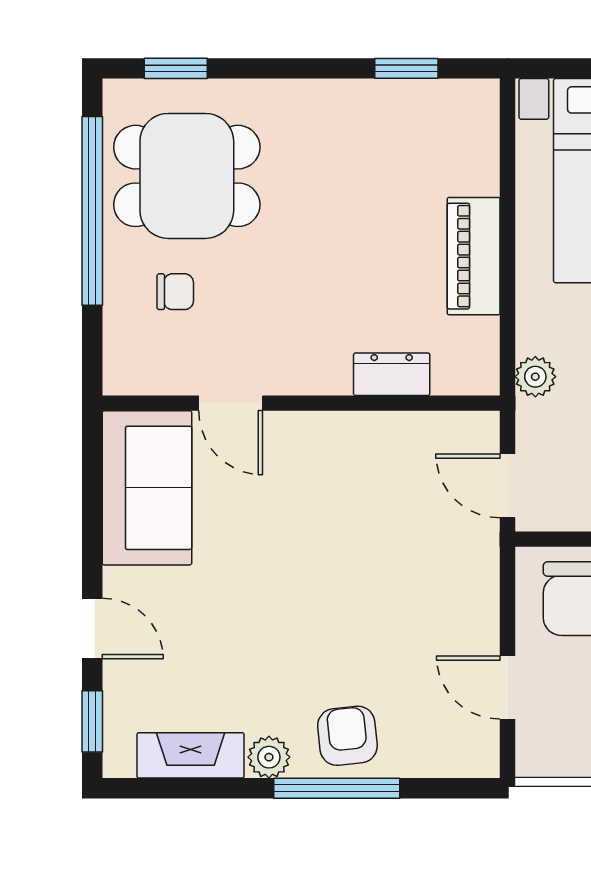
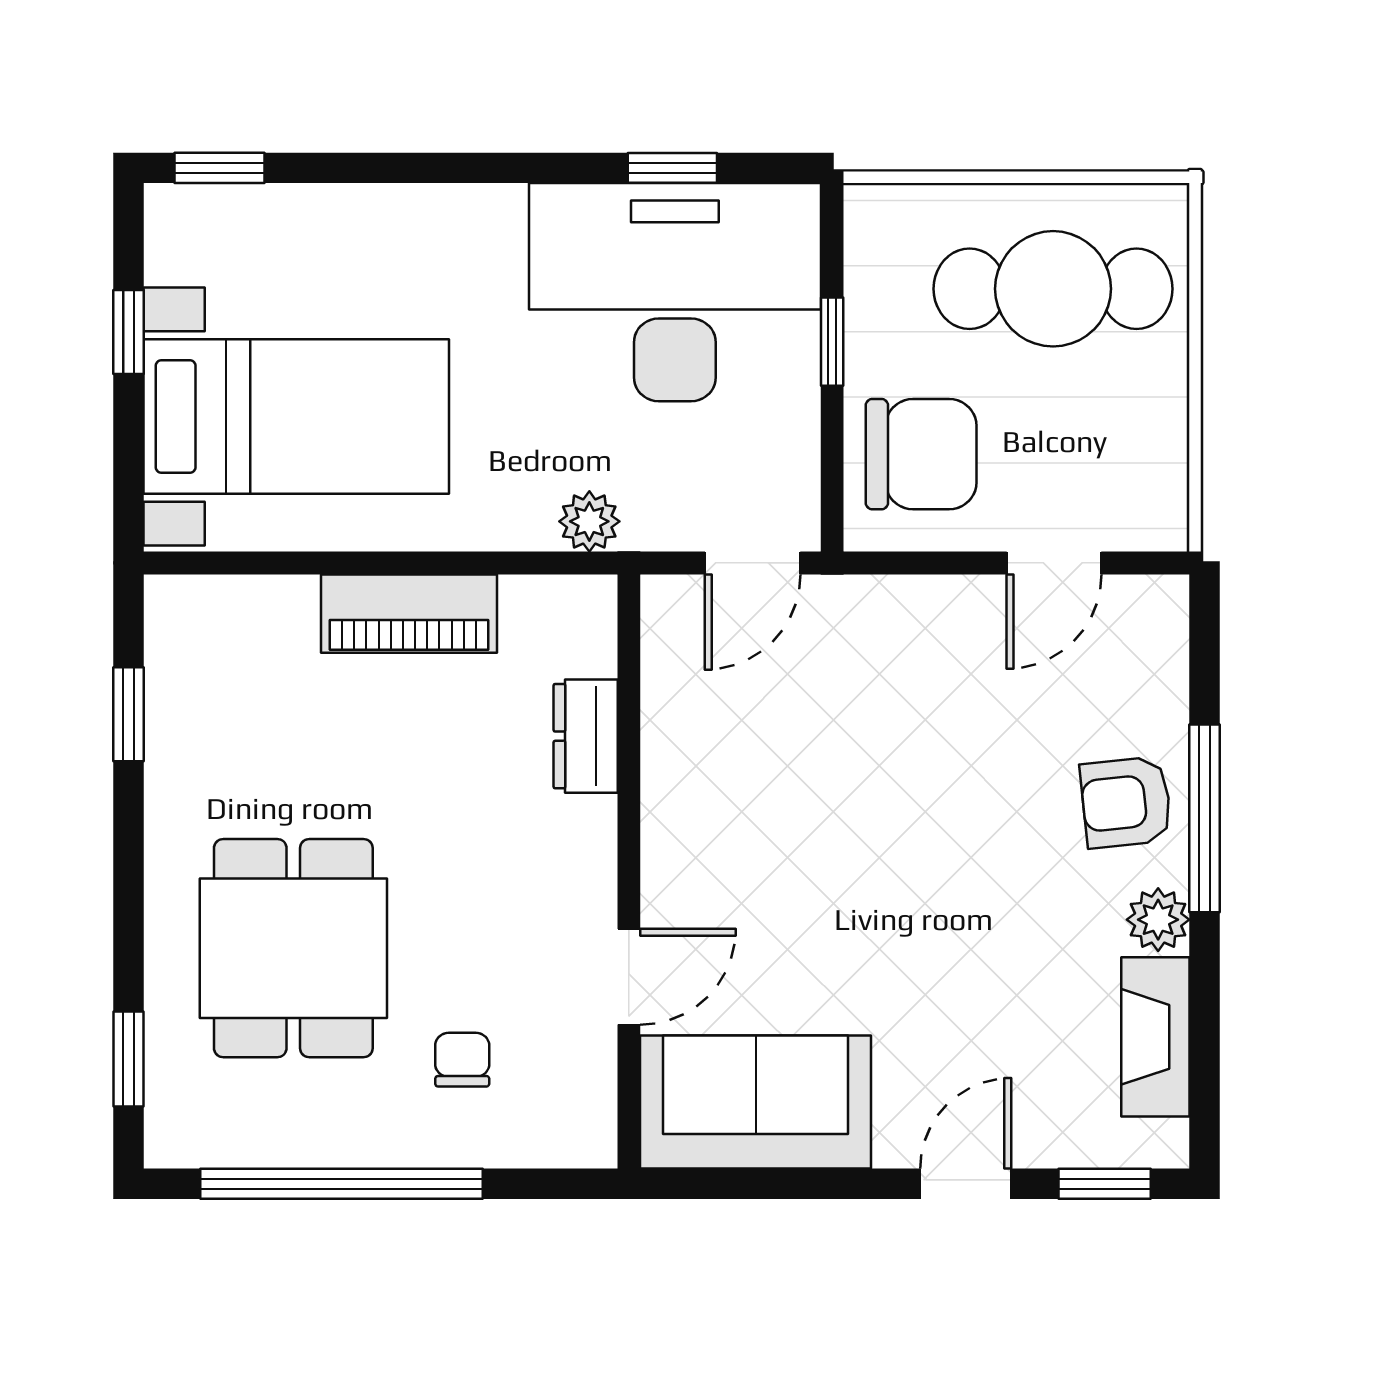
dining table: (187, 176) -> (293, 948), moved

